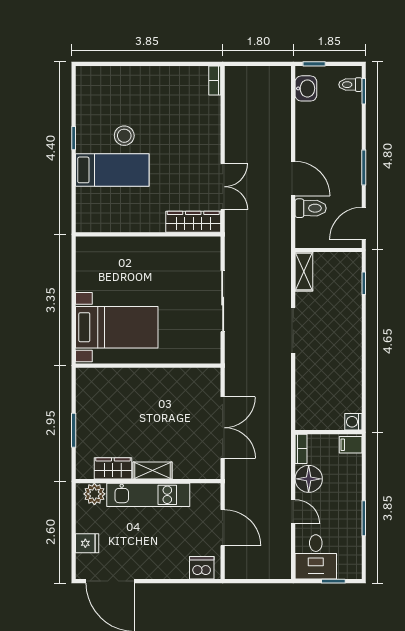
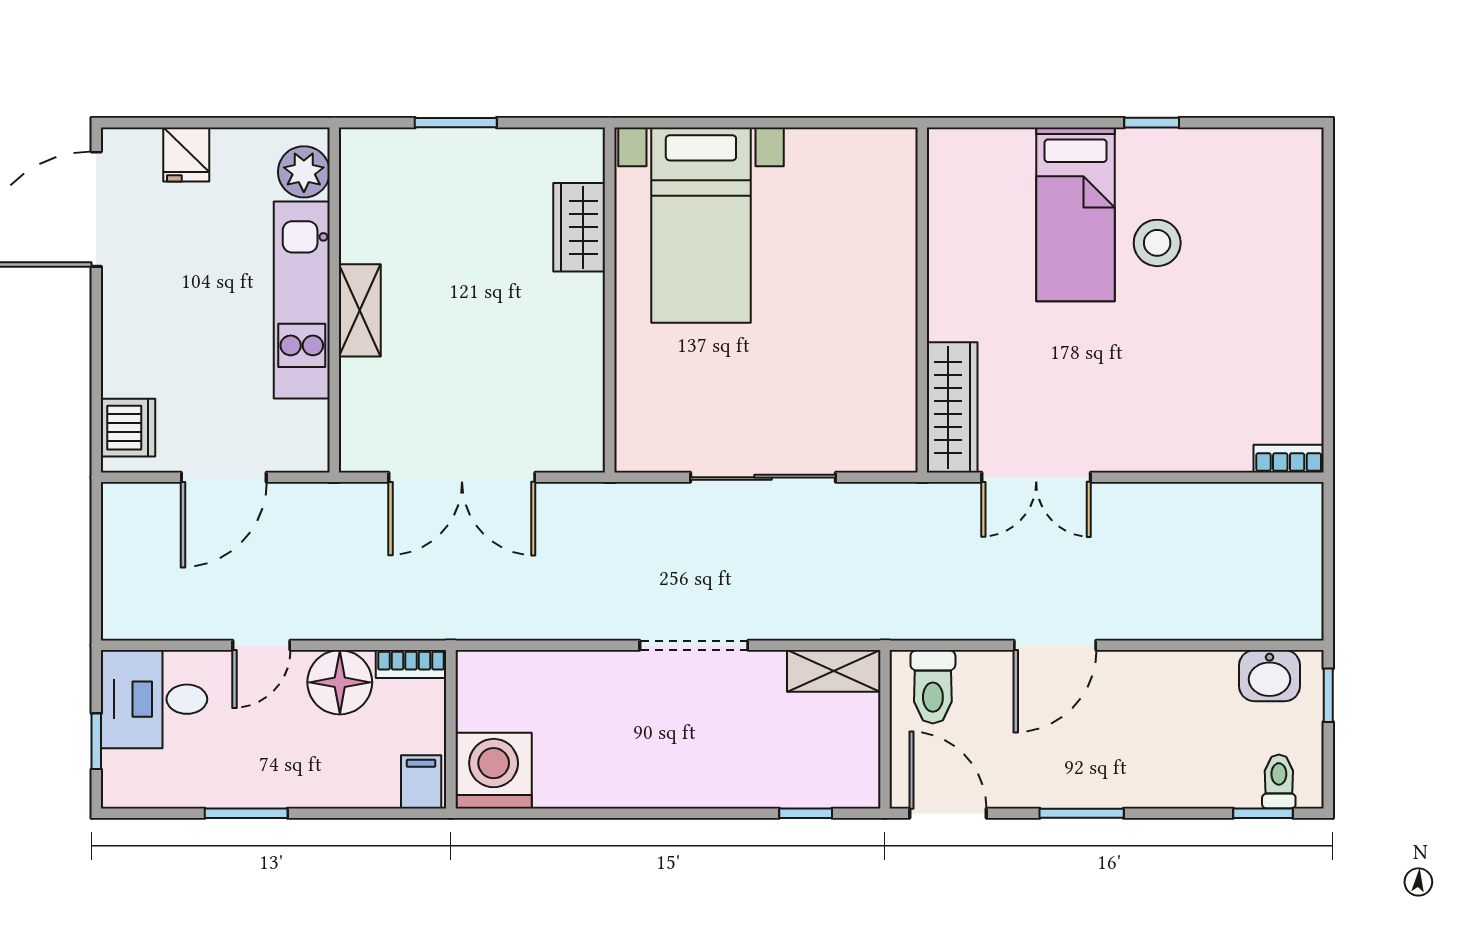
toilet: (311, 208) -> (933, 687), moved
washing machine: (353, 422) -> (494, 771), width x1.89, depth x1.89
wardrobe: (113, 468) -> (579, 227), moved, turned 180

